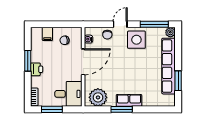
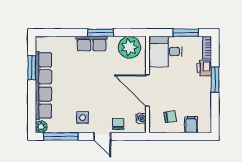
door: (120, 24) -> (102, 136), hinge flipped
side table: (136, 40) -> (83, 118), width x0.54, depth x0.54
window: (28, 61) -> (215, 80), moved
door: (83, 62) -> (148, 91), hinge flipped
printer: (37, 69) -> (204, 68), moved

